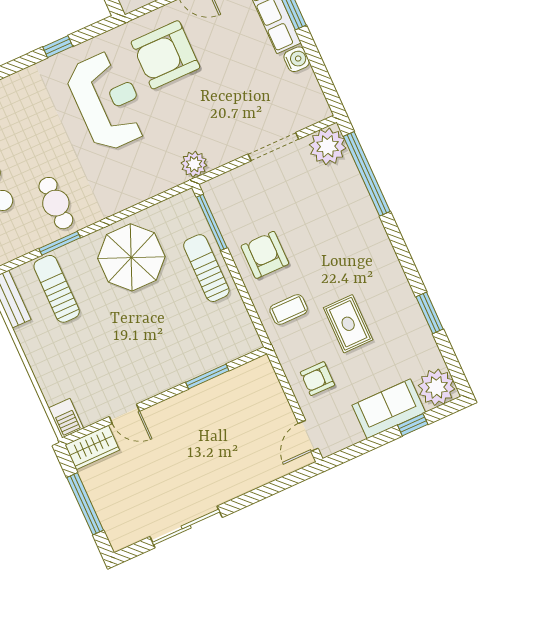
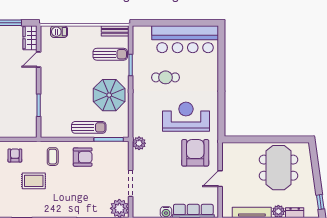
window: (58, 47) -> (221, 105), removed
reception desk: (108, 101) -> (186, 117), turned 180
cafe table: (56, 203) -> (166, 77), moved
barbecue: (66, 418) -> (59, 32), moved

